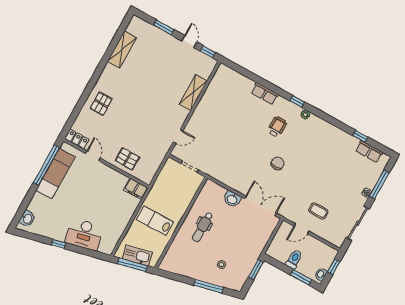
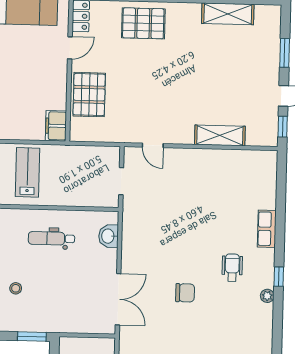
pallet: (101, 104) -> (143, 23), width x1.50, depth x1.42
wheelchair: (277, 127) -> (232, 268), turned -90
pallet: (127, 159) -> (89, 95), width x1.50, depth x1.42
washbasin: (232, 199) -> (108, 236), moved

